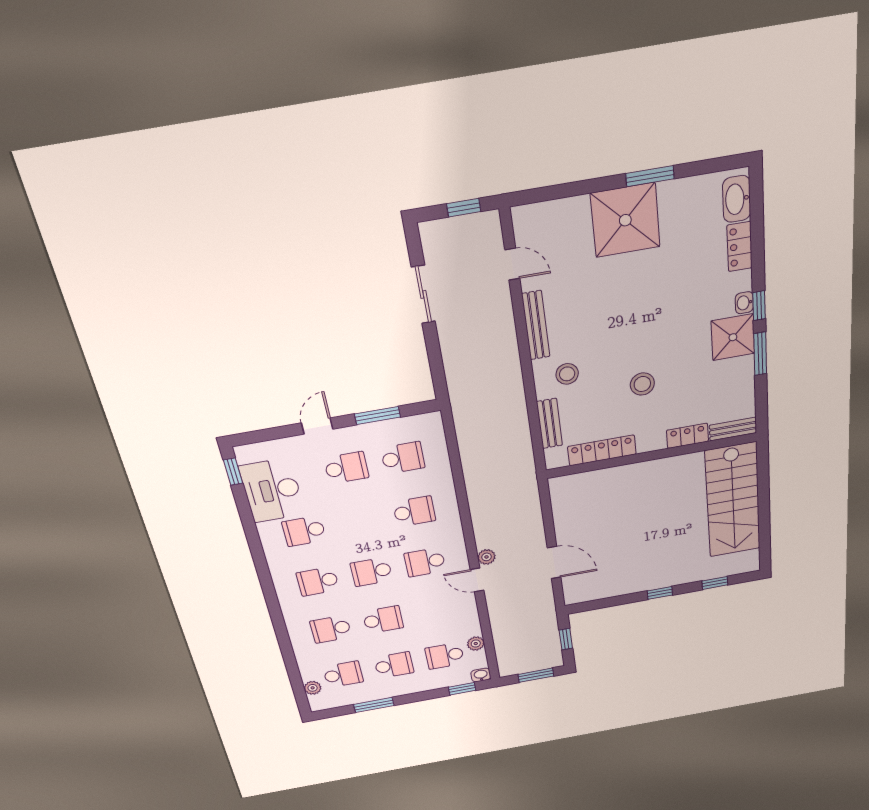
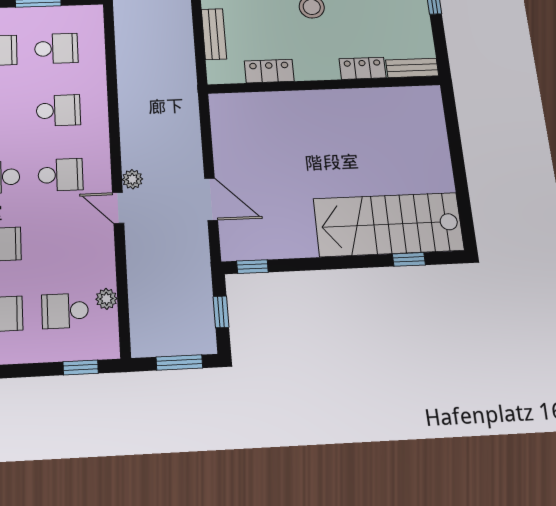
locker: (602, 450) -> (269, 71), width x0.66
stairs: (733, 500) -> (389, 224), moved, turned 90
school desk: (425, 562) -> (60, 175), turned 180
window: (660, 593) -> (252, 267), moved
washbasin: (481, 675) -> (107, 349), removed

